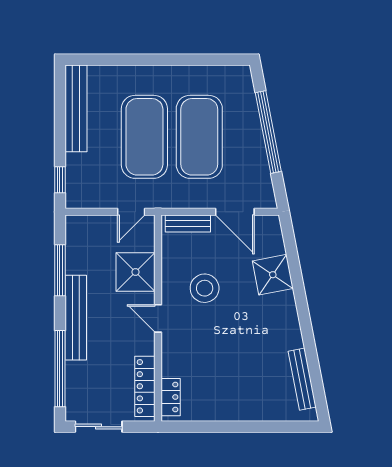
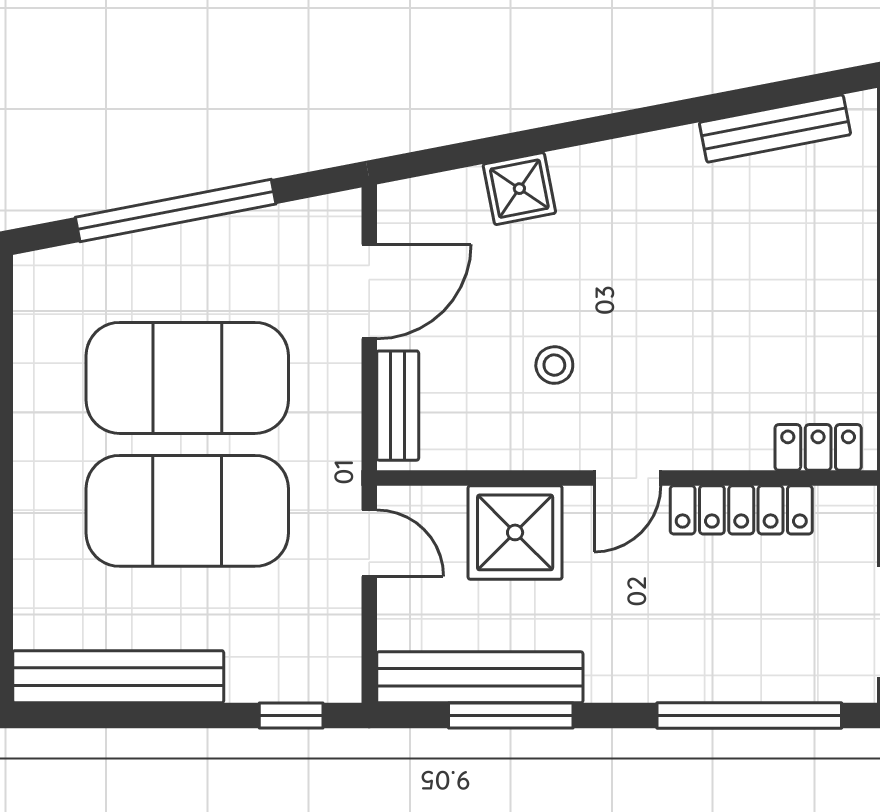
shower: (273, 275) -> (519, 189), width x0.73, depth x0.73
stool: (205, 288) -> (554, 365), width x0.53, depth x0.53
bench: (76, 318) -> (480, 677), moved
locker: (145, 386) -> (741, 510), moved

